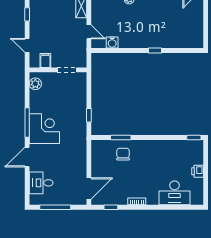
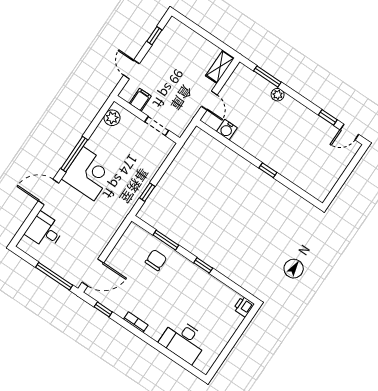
window: (194, 137) -> (203, 265), moved
printer: (198, 171) -> (244, 307), moved
window: (55, 207) -> (54, 276), moved

